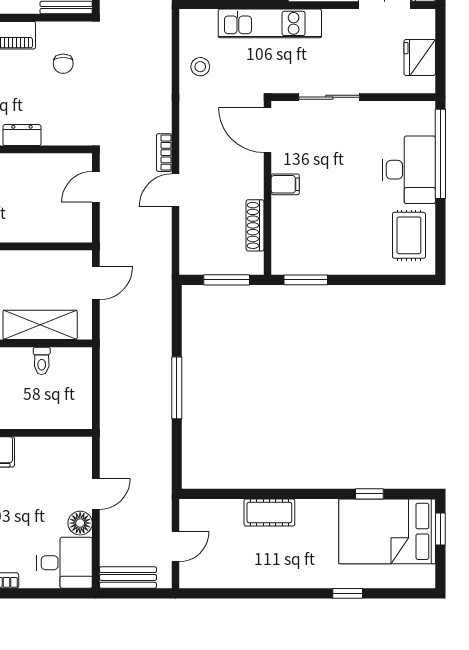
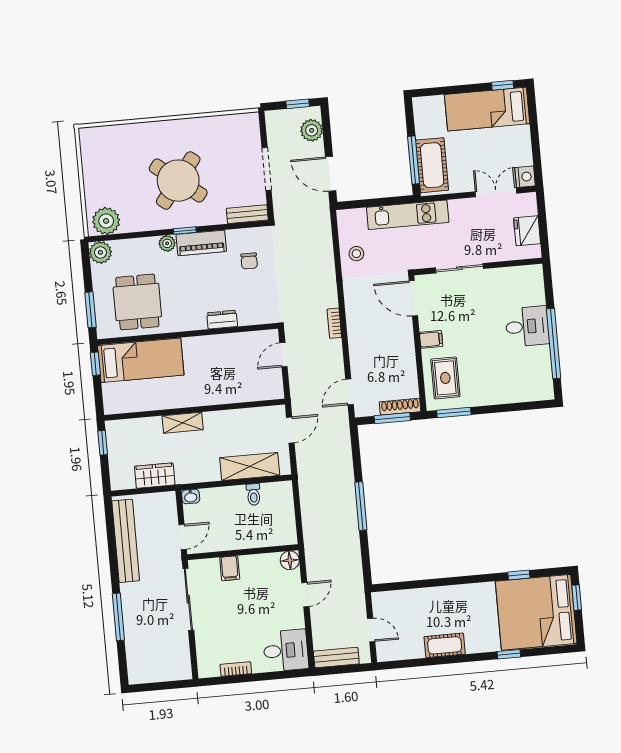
window: (440, 154) -> (554, 344), moved
desk: (409, 170) -> (527, 326), width x0.73
door: (175, 190) -> (349, 392), moved
shoe rack: (255, 225) -> (400, 407), moved, turned 90
rug: (409, 235) -> (445, 378), moved
cot: (269, 513) -> (445, 645), moved
floor lamp: (80, 523) -> (290, 560), moved
bed: (387, 531) -> (536, 612), width x1.36
door: (175, 547) -> (371, 630), hinge flipped

